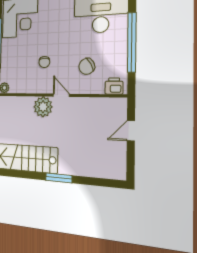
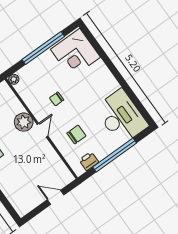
chair: (87, 66) -> (76, 135), turned 122
printer: (114, 86) -> (89, 161), moved, turned -90

